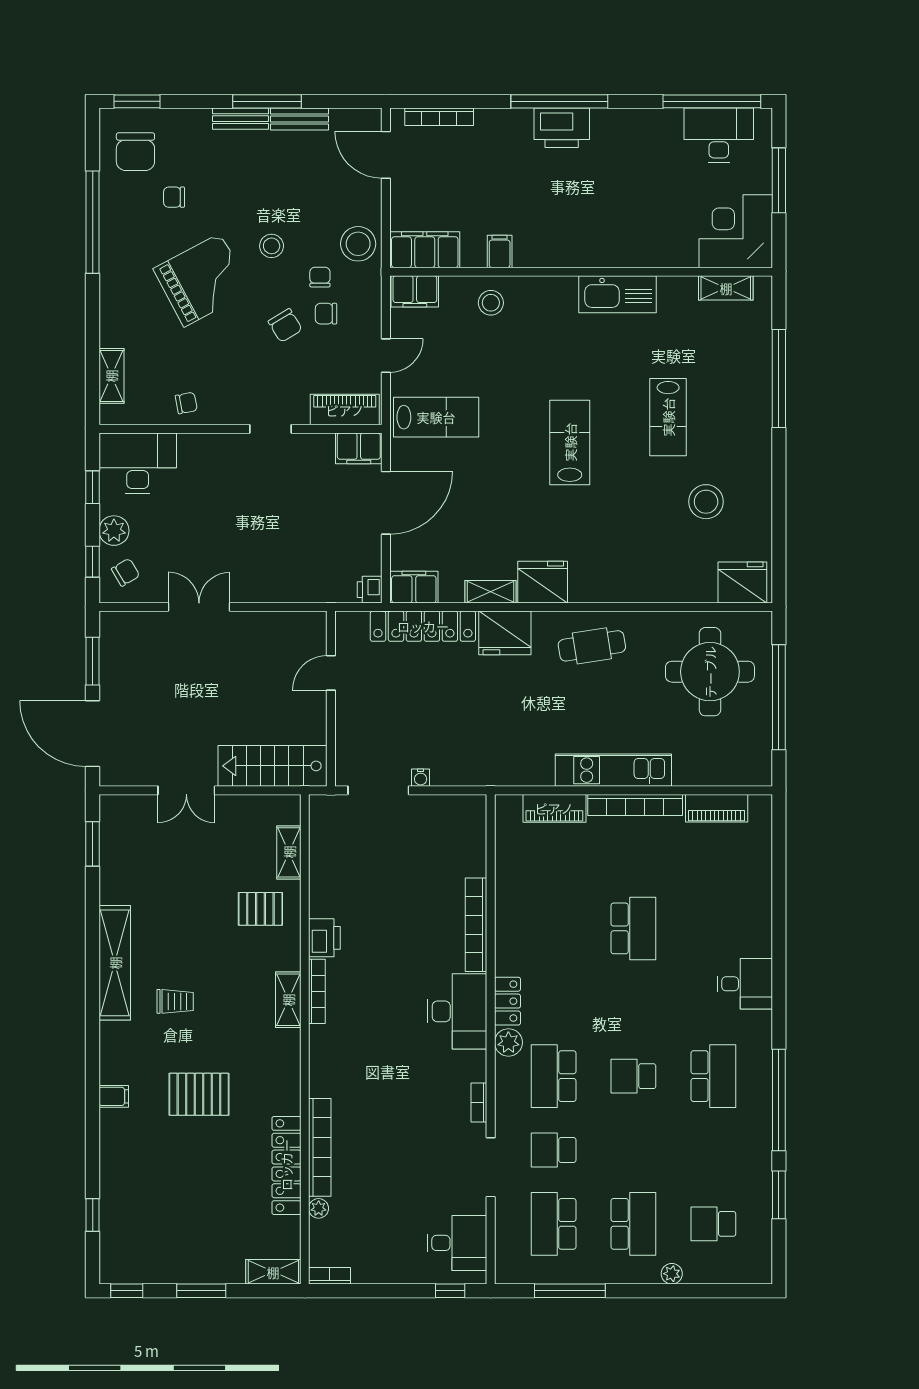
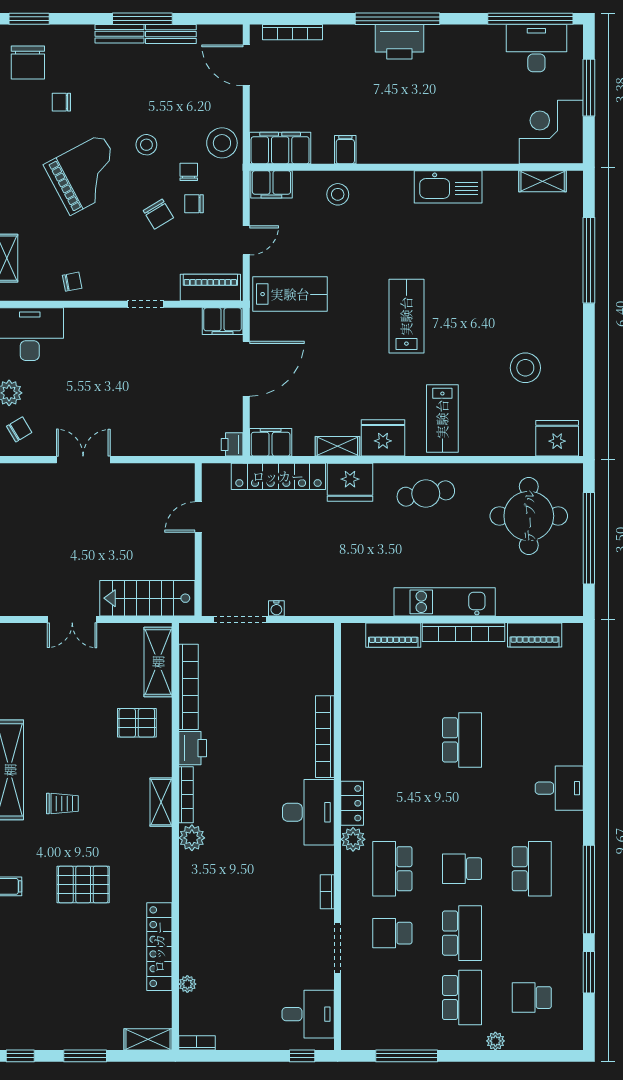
lab bench: (668, 417) -> (442, 419), moved
shelving: (289, 852) -> (158, 662), width x1.50, depth x1.33
plant: (324, 1041) -> (192, 838), added
bookcase: (320, 1147) -> (189, 687), moved
school desk: (554, 1224) -> (462, 933), moved, turned 180

